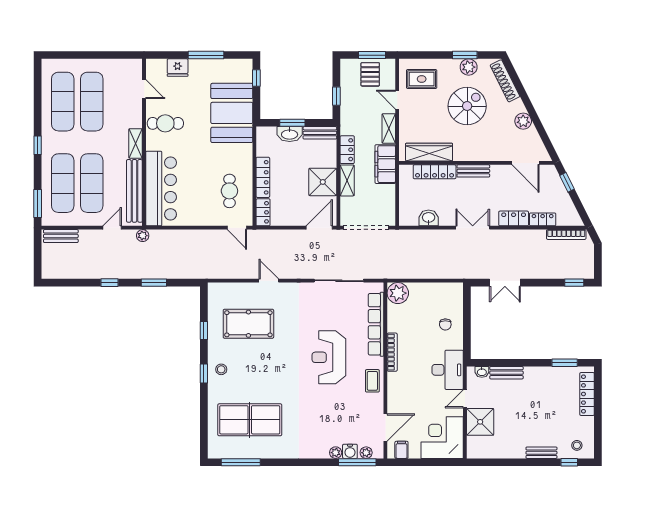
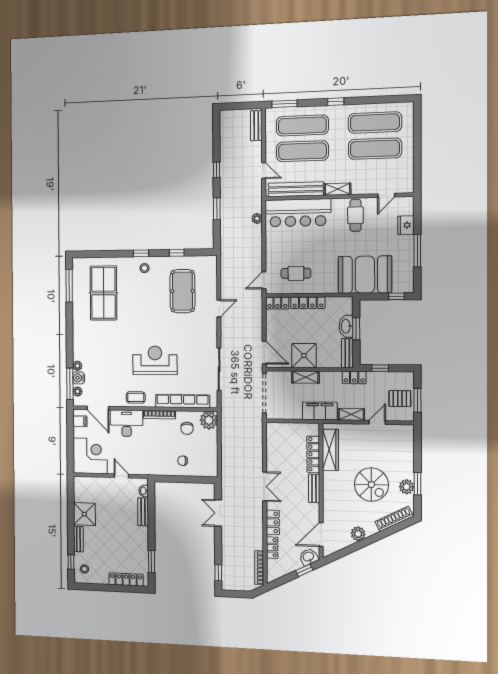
rug: (422, 79) -> (396, 445), removed
locker: (347, 150) -> (354, 378), moved
washbasin: (429, 218) -> (309, 557), moved, turned -117
plant: (143, 236) -> (257, 218), moved
chair: (408, 319) -> (187, 428), added
desk: (448, 370) -> (127, 423), moved, turned 180
shower: (480, 422) -> (84, 514), moved

